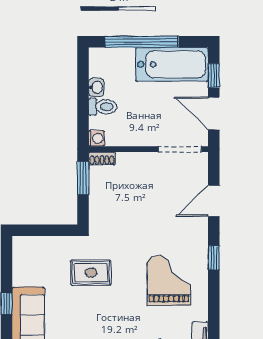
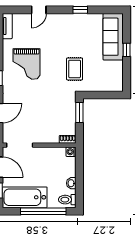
toilet: (103, 107) -> (67, 200), moved
window: (83, 178) -> (79, 112), moved
rug: (91, 273) -> (75, 69), turned 90

